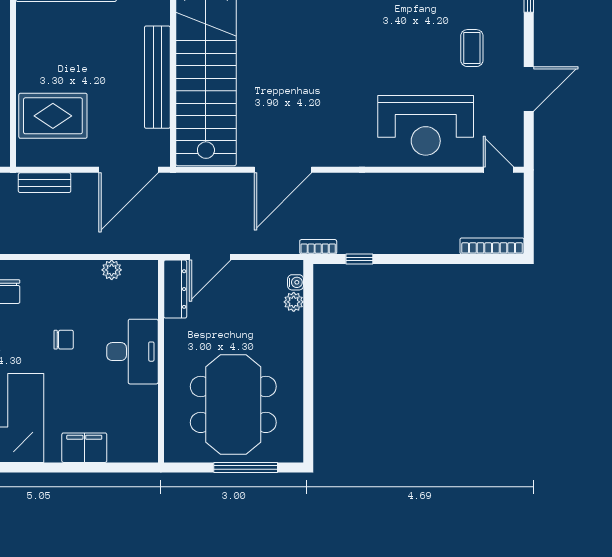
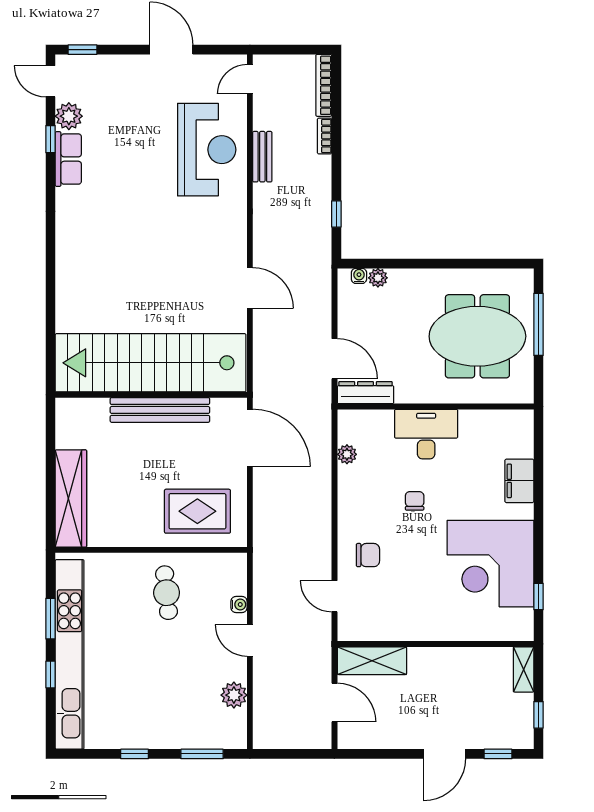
coffee table: (472, 48) -> (132, 105), removed
rug: (53, 116) -> (197, 511), turned 90
door: (283, 170) -> (250, 288), width x0.73
bench: (45, 183) -> (262, 157), moved
bookcase: (318, 247) -> (325, 136), moved

